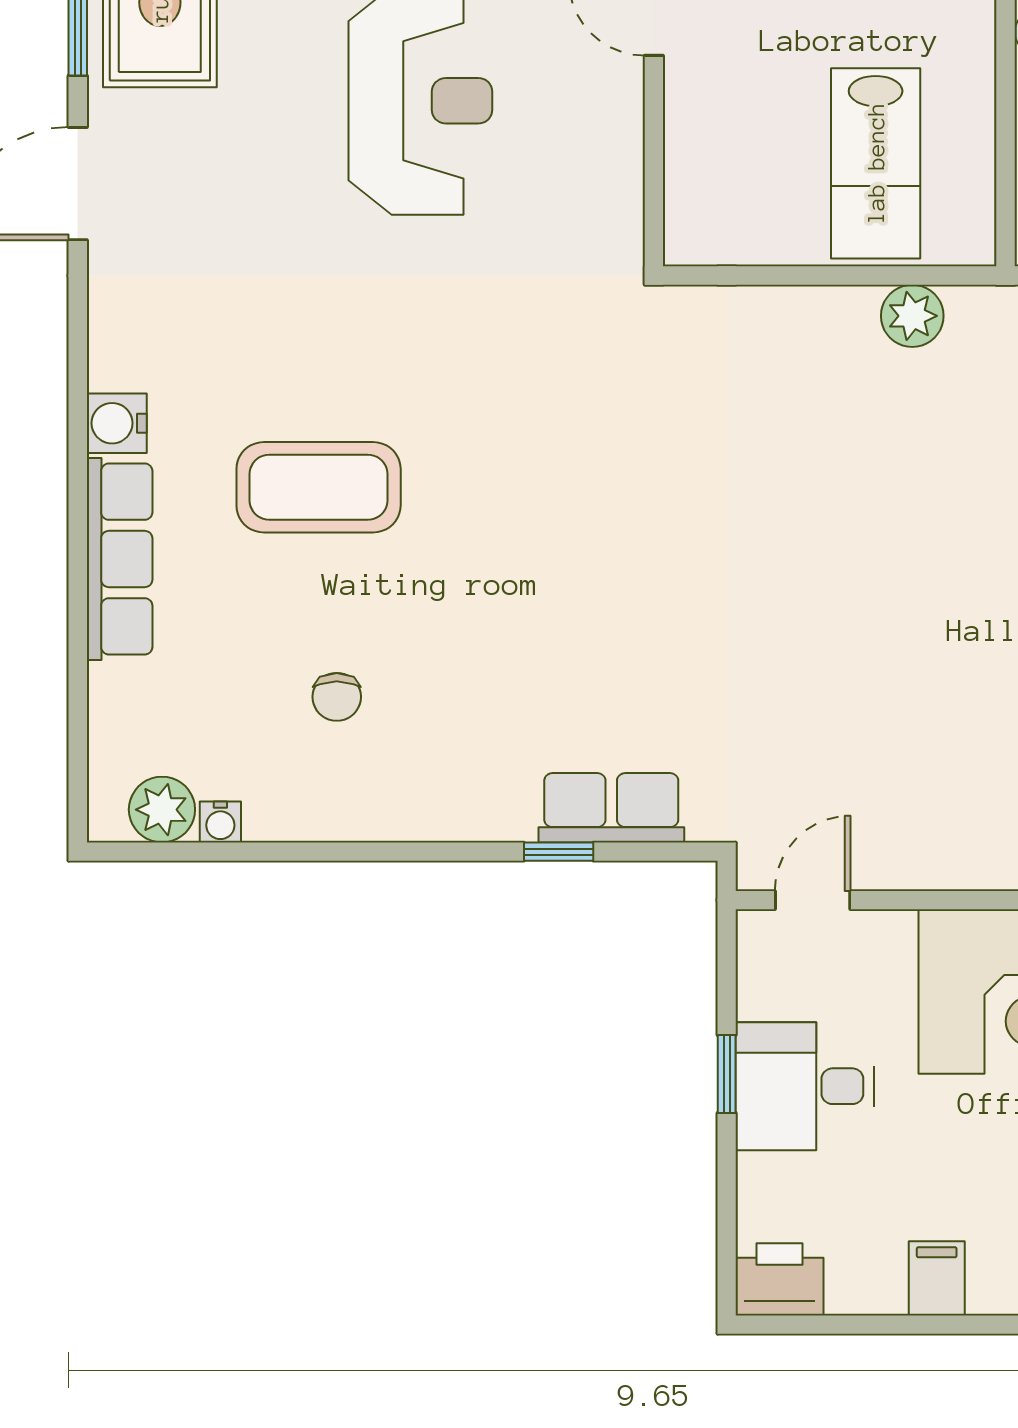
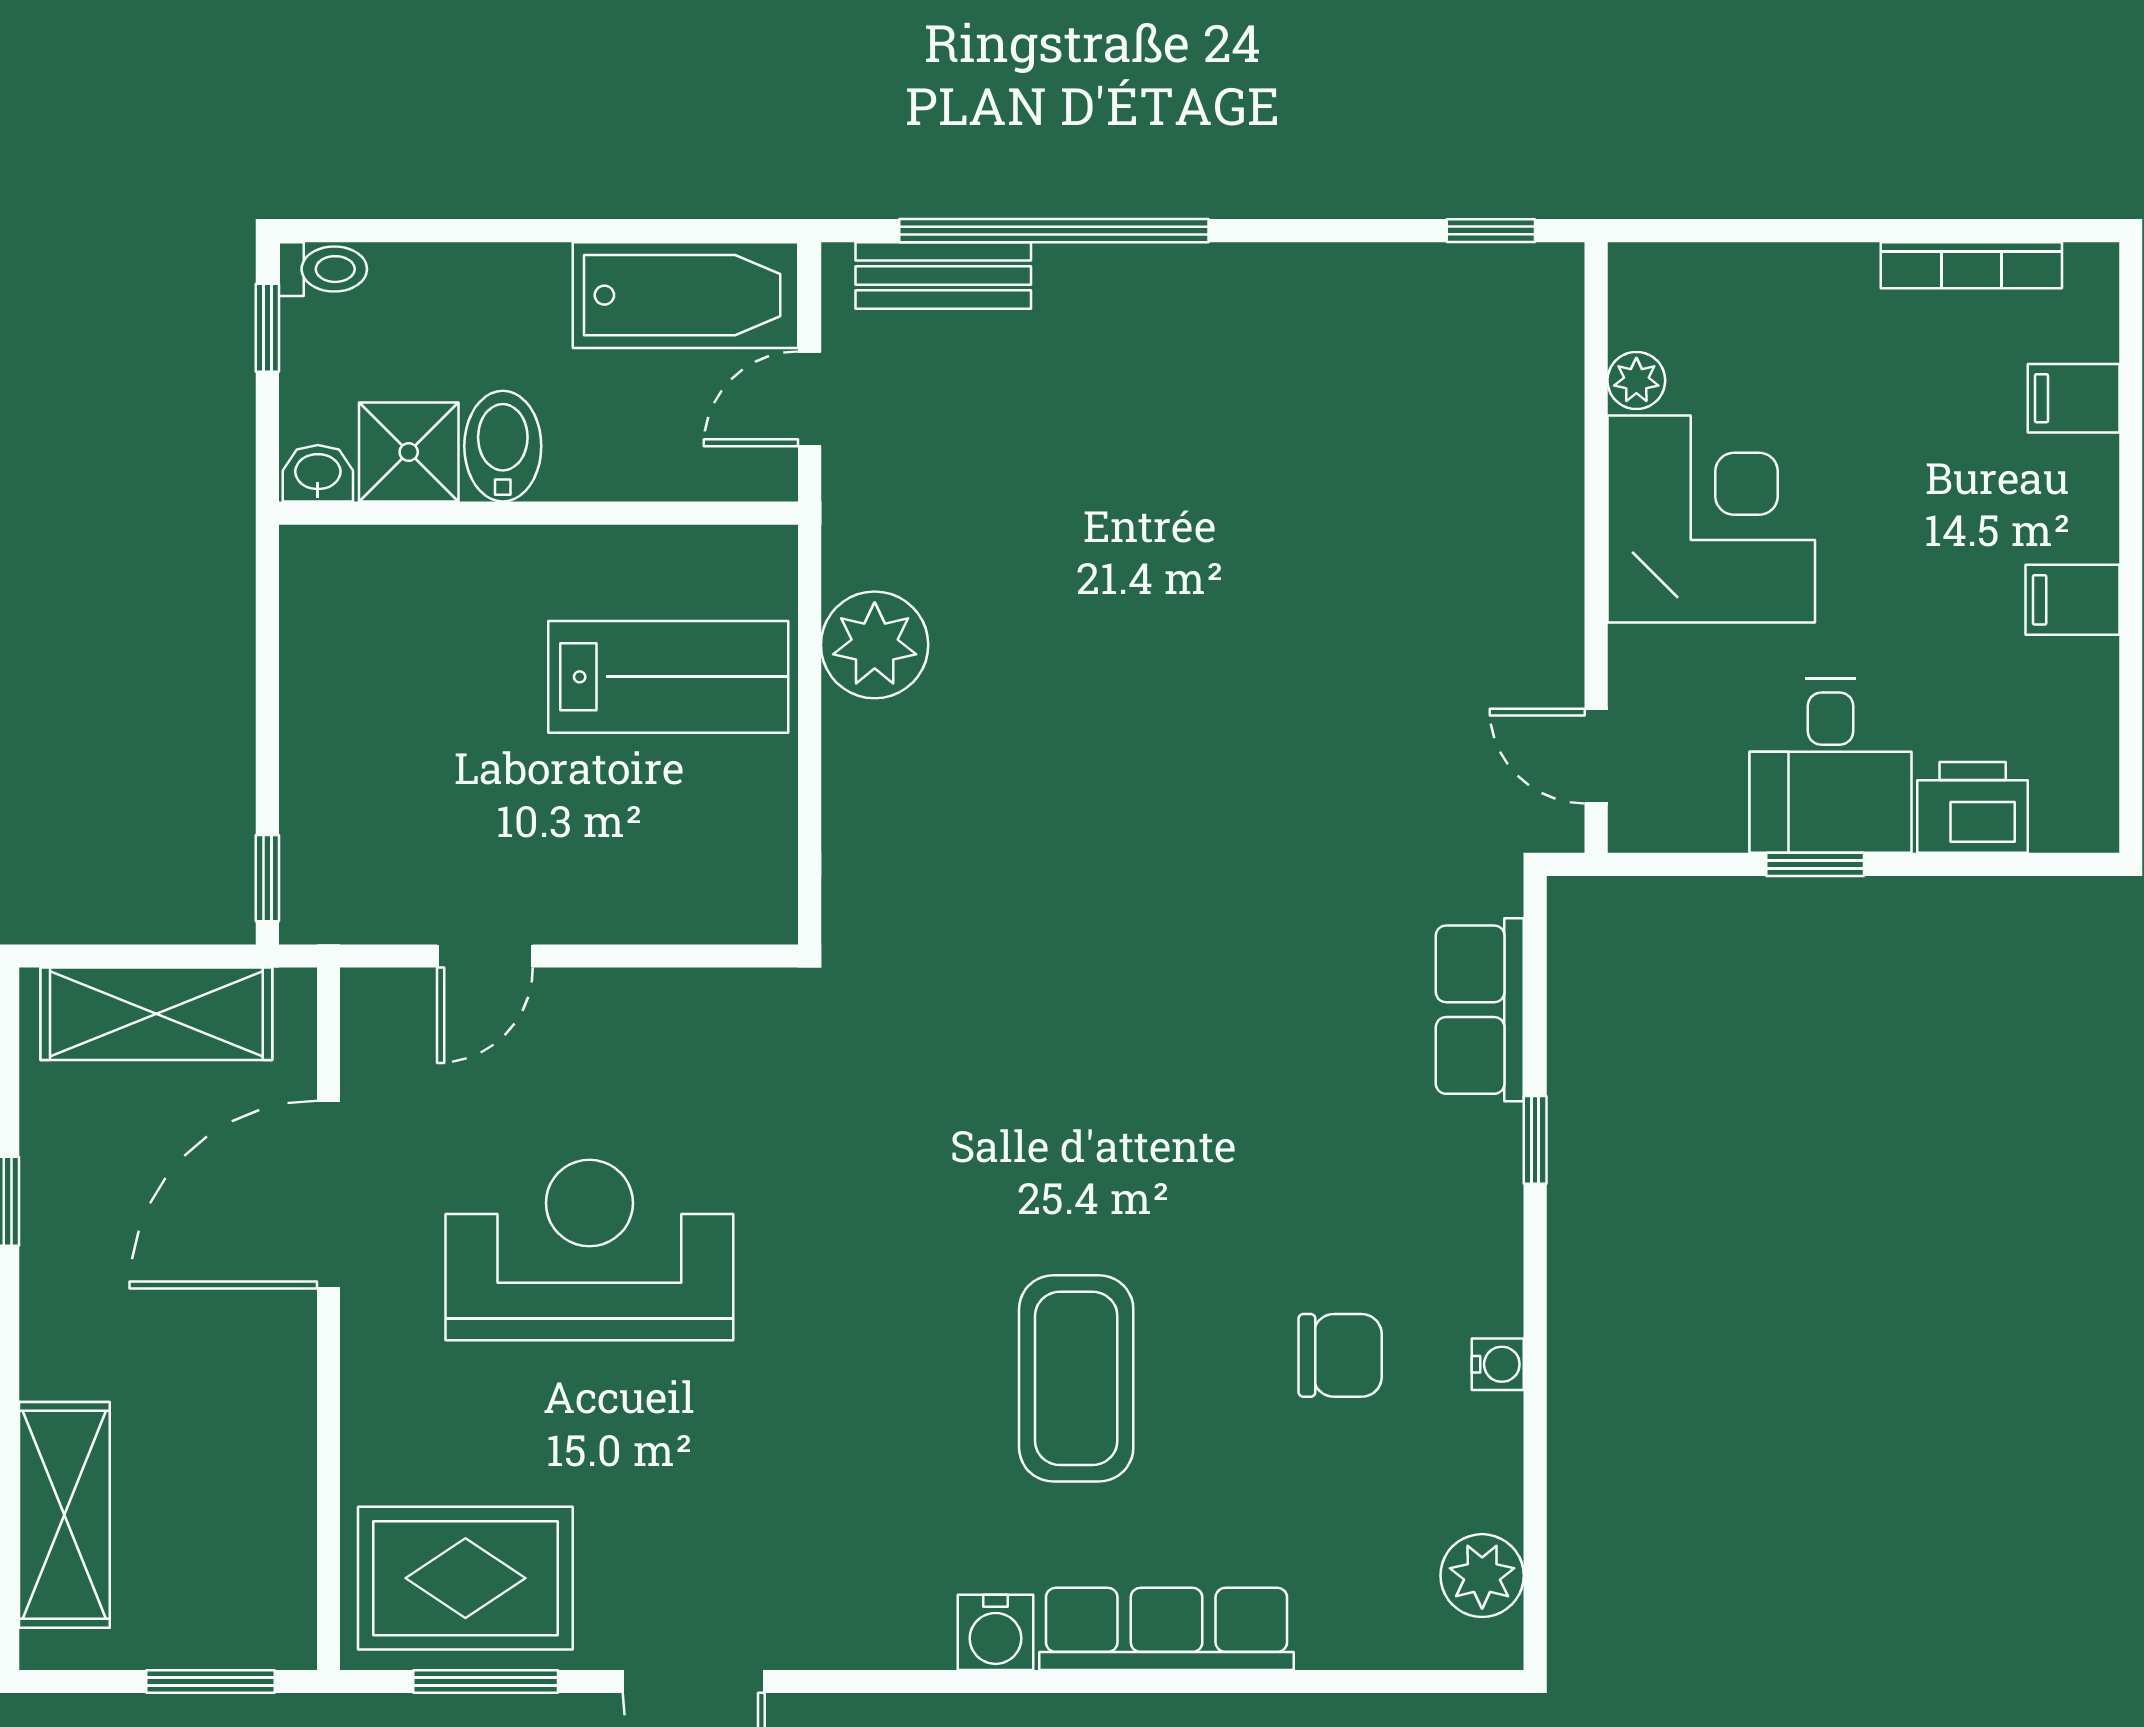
plant: (912, 316) -> (875, 645), width x1.36, depth x1.36
chair: (337, 697) -> (1340, 1355), width x1.37, depth x1.37
water cooler: (220, 822) -> (1498, 1364), moved
window: (559, 852) -> (1535, 1140), moved
printer: (780, 1279) -> (1973, 807), moved, turned 90

